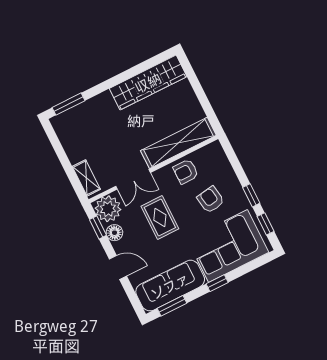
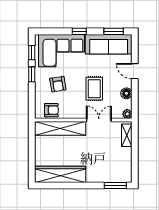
armchair: (186, 172) -> (51, 110), moved
plant: (108, 209) -> (127, 114), width x0.53, depth x0.53
window: (98, 227) -> (135, 102), removed

